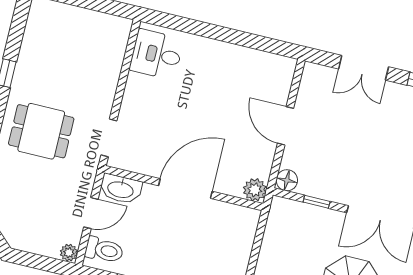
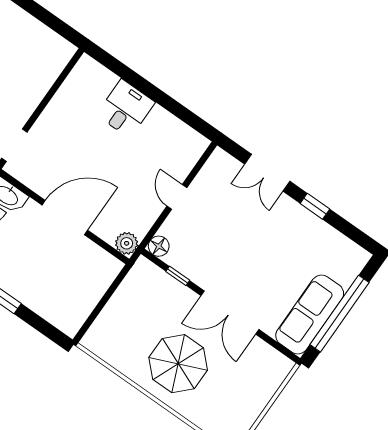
desk: (156, 54) -> (126, 109), moved, turned 90
door: (286, 126) -> (177, 197), width x0.73

